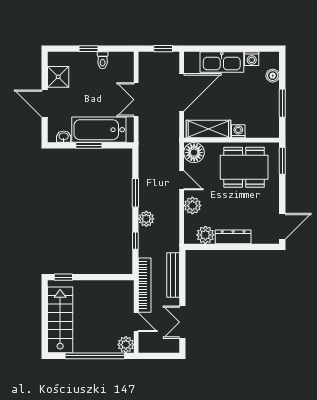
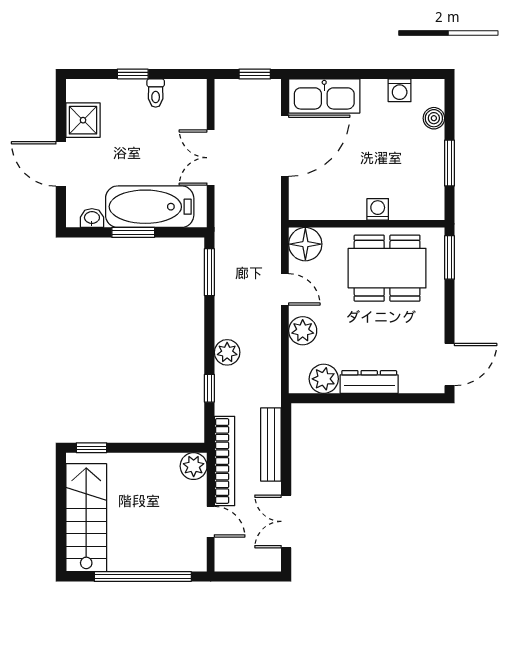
kitchen sink: (222, 62) -> (324, 96), moved
shelving: (208, 129) -> (329, 206), removed
window: (135, 193) -> (209, 272), moved
plant: (126, 345) -> (194, 466), moved

